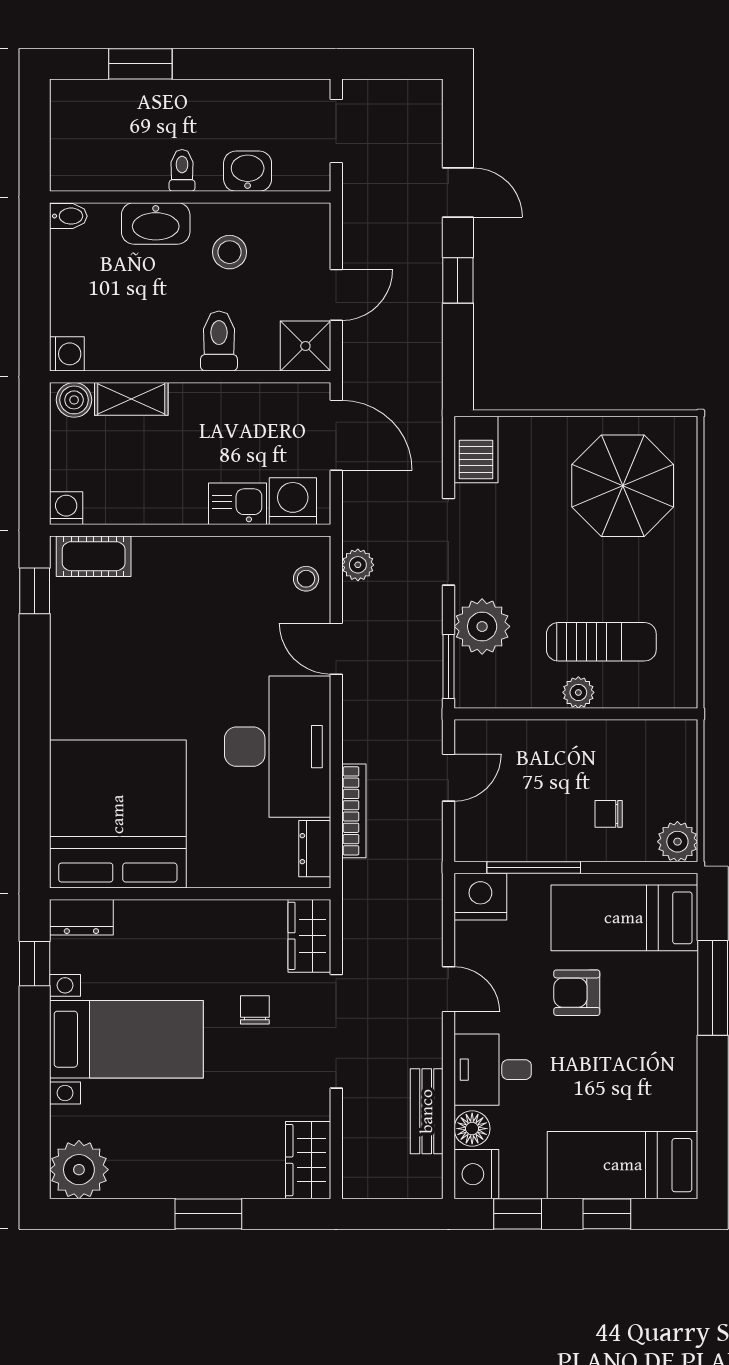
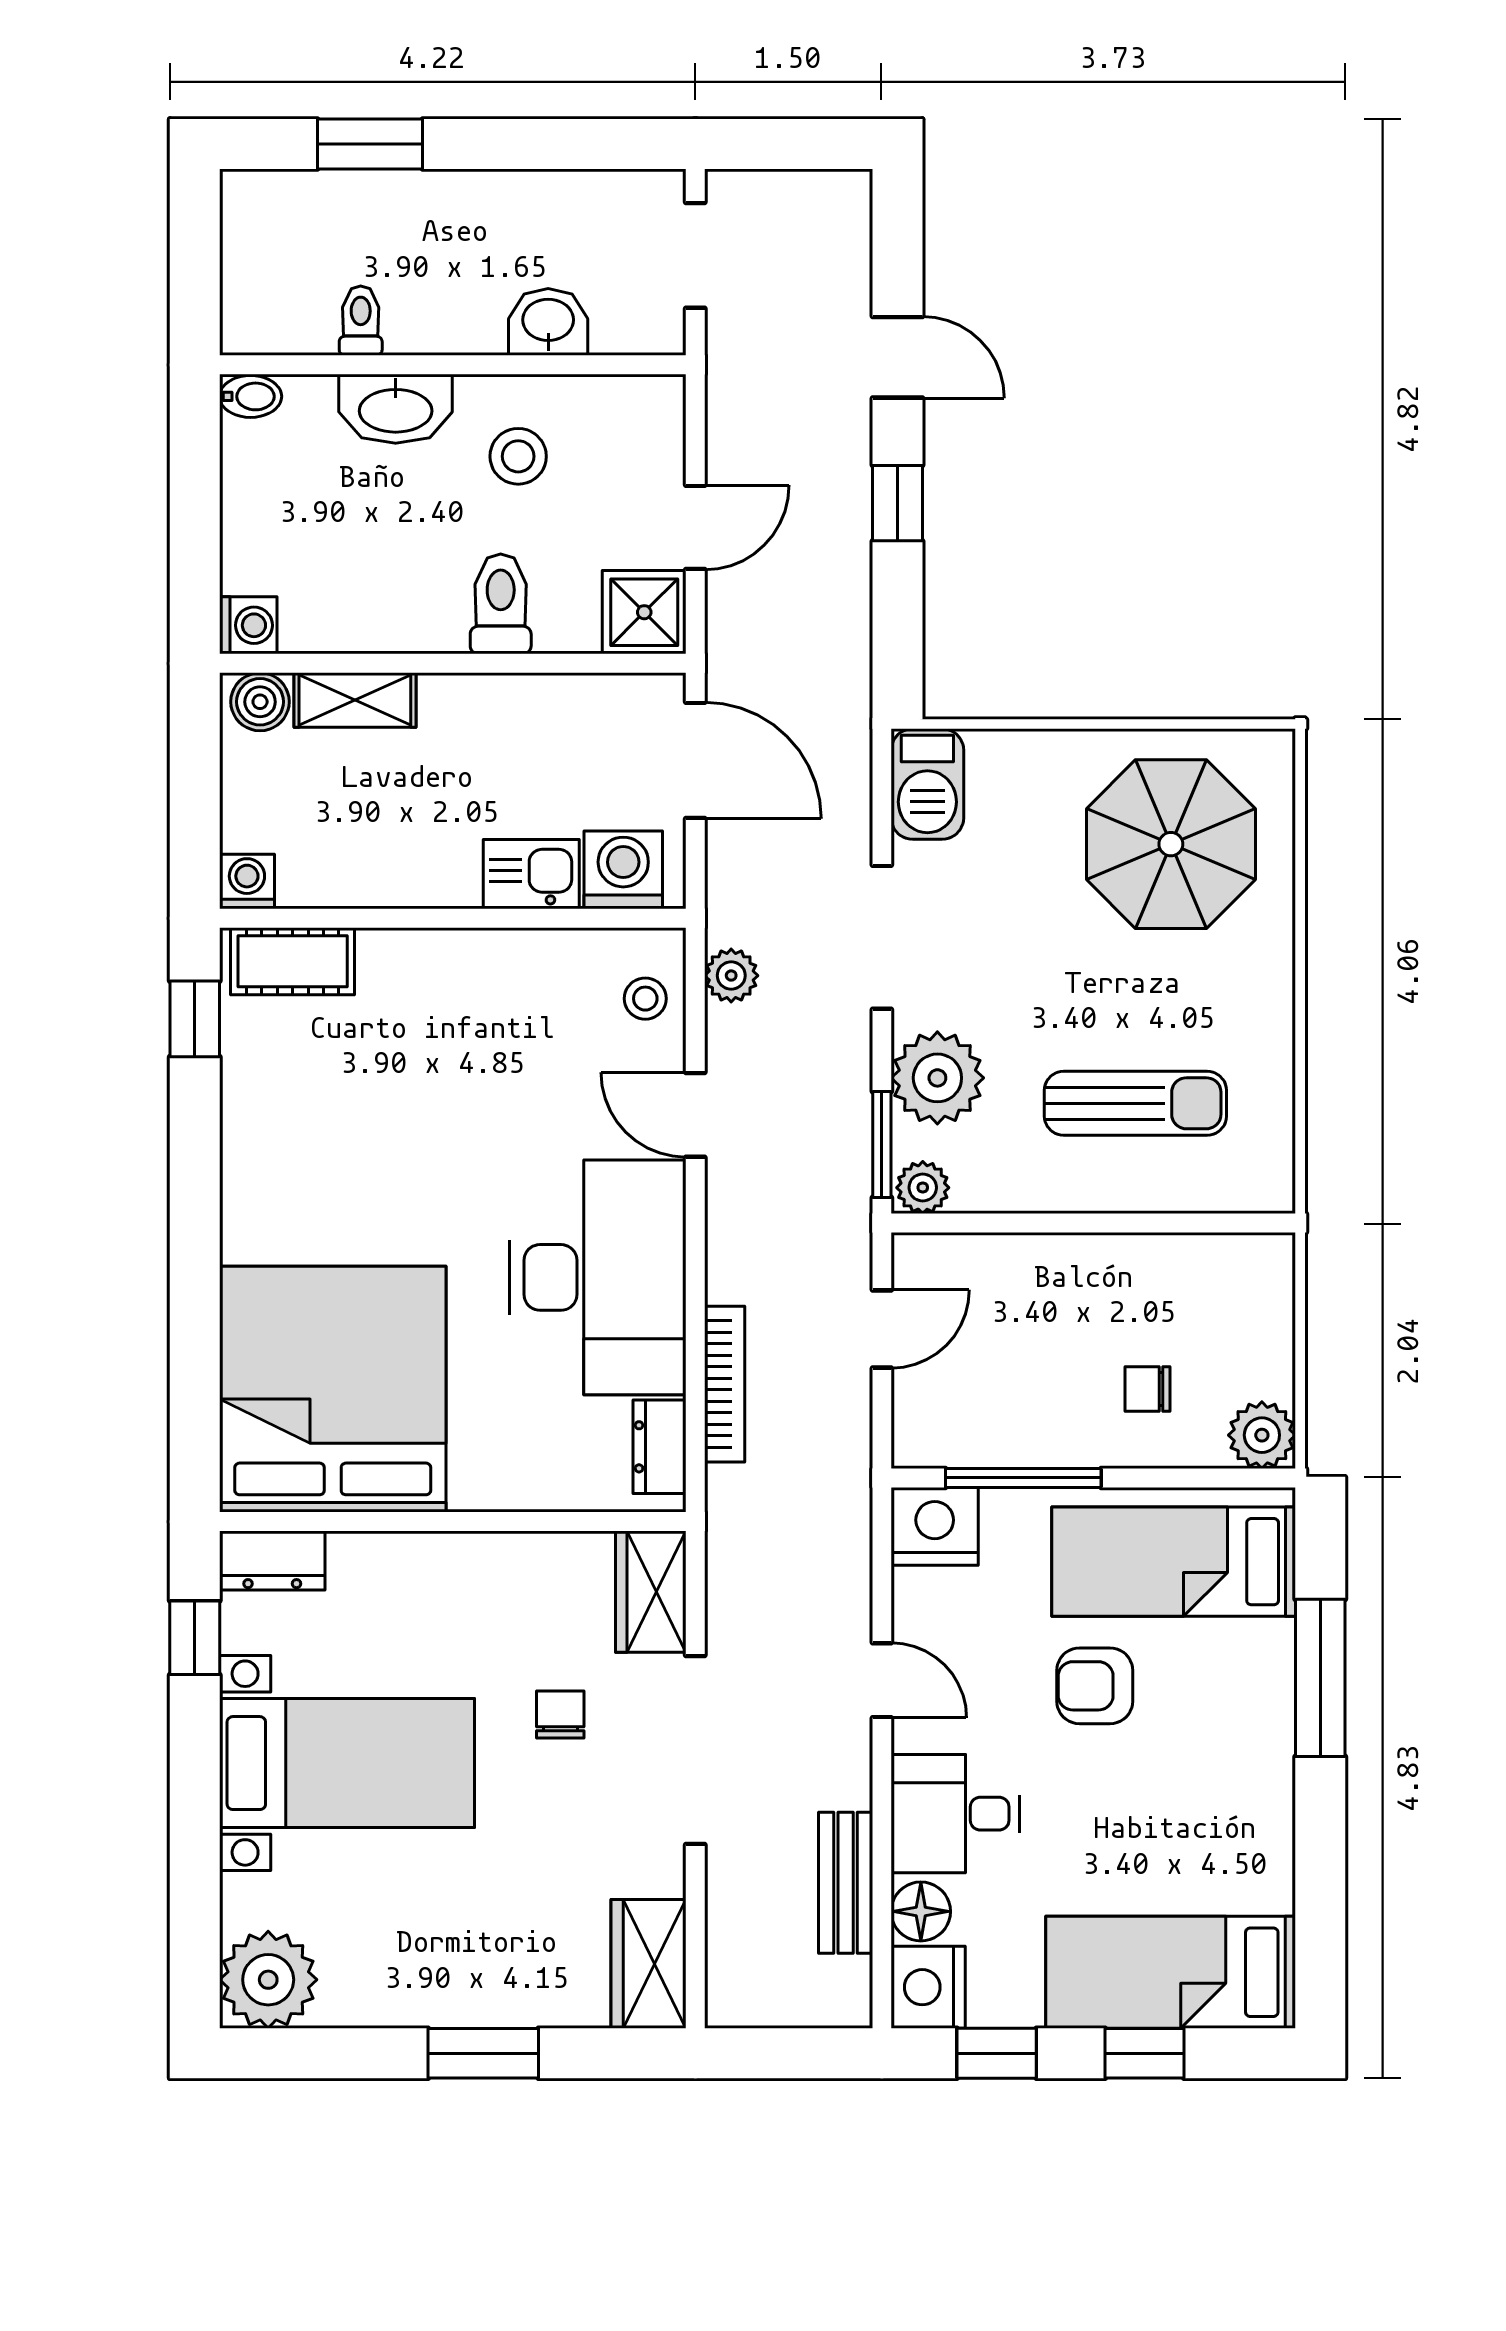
toilet: (182, 170) -> (361, 321), moved
plant: (578, 692) -> (923, 1188), moved

